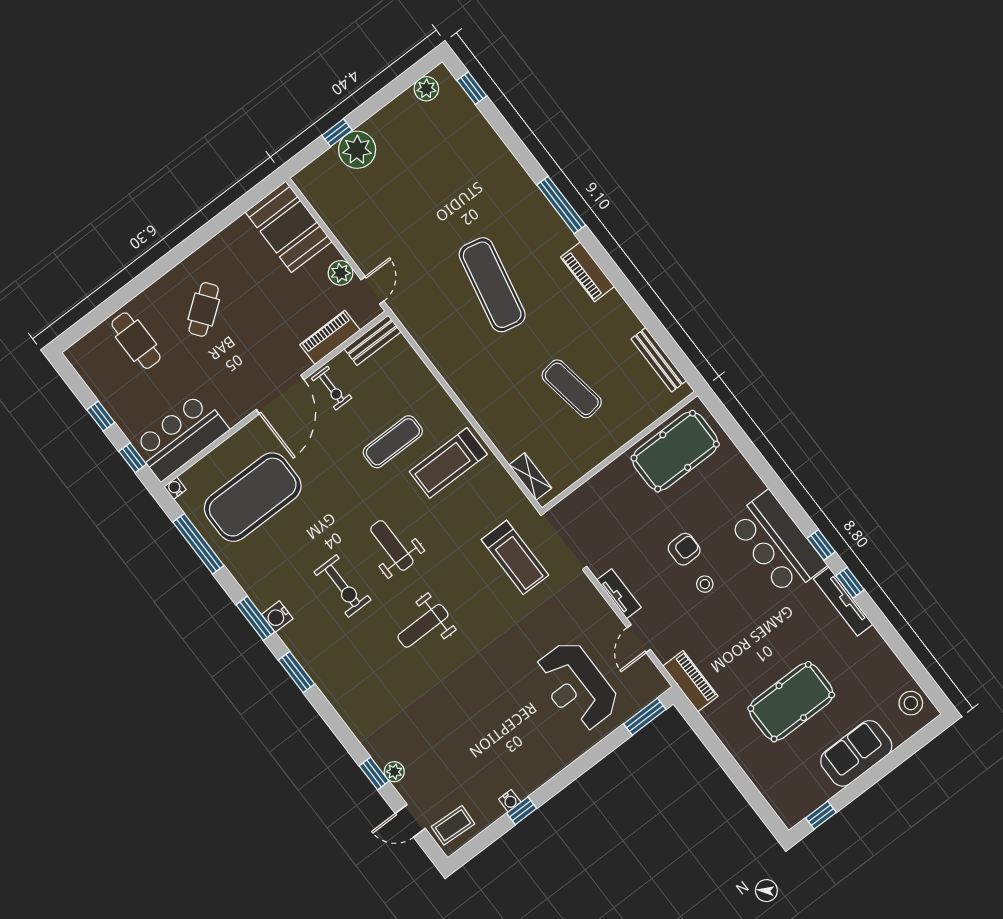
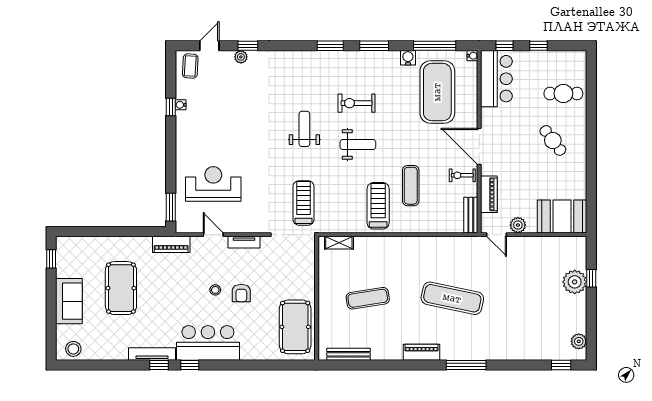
treadmill: (515, 557) -> (303, 203), turned 90
water cooler: (277, 617) -> (408, 58), moved

